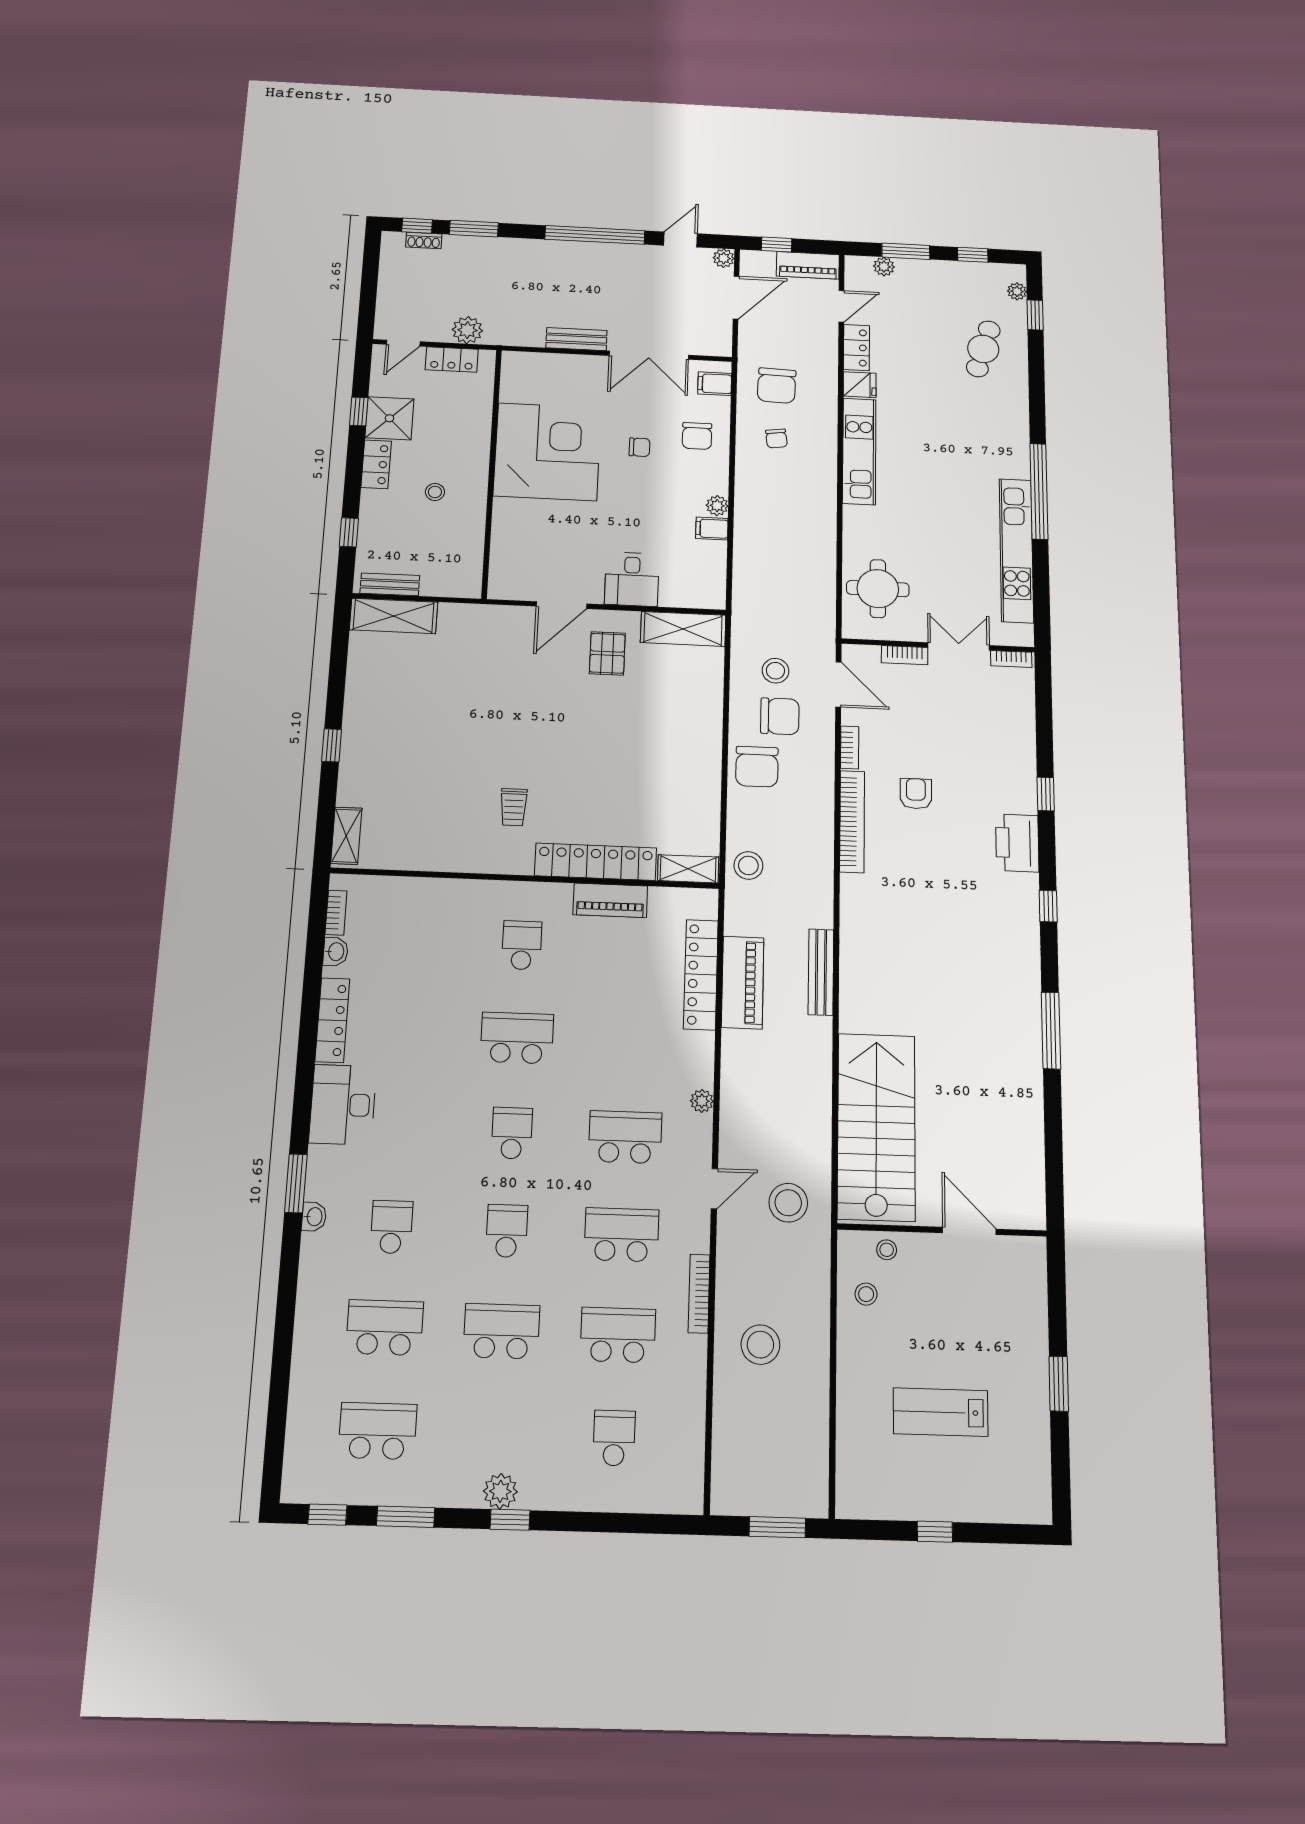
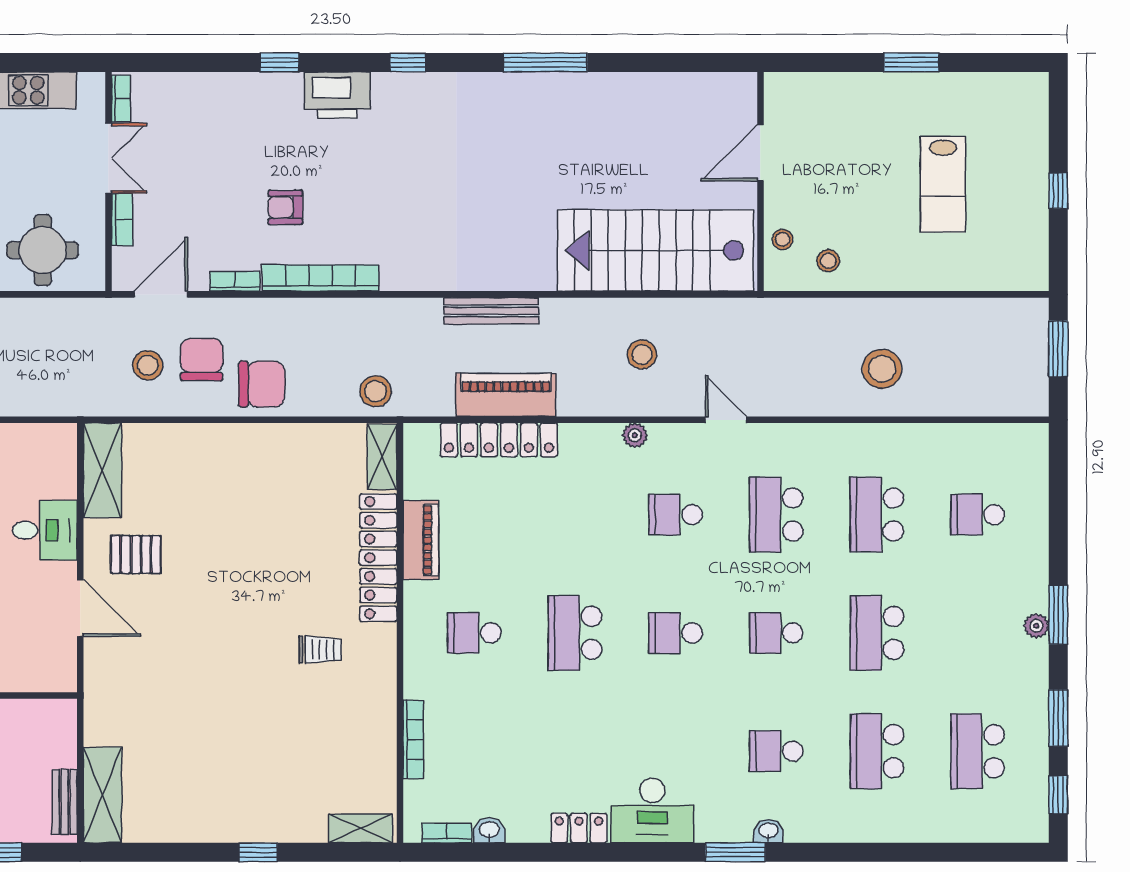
double door: (959, 646) -> (108, 158), swing flipped
locker: (332, 1020) -> (579, 828), width x0.66
school desk: (625, 1137) -> (676, 515), width x0.54
stool: (788, 1203) -> (642, 354), moved, width x0.73, depth x0.73
bookcase: (699, 1294) -> (413, 740), moved, turned -90
plant: (500, 1491) -> (1036, 626), width x0.73, depth x0.73
window: (510, 1520) -> (1058, 615), width x1.50

